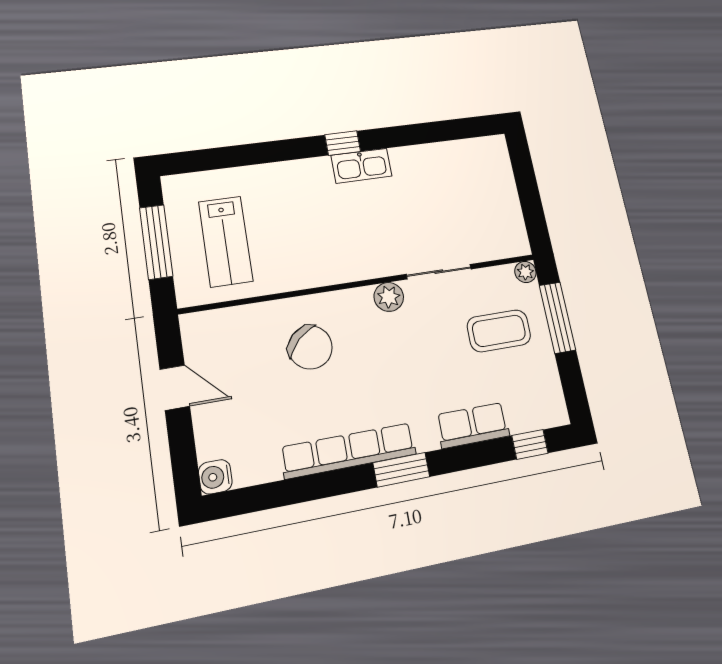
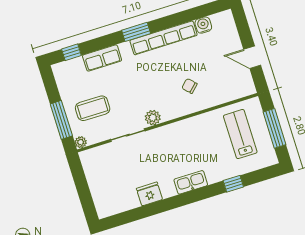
window: (343, 143) -> (233, 184), moved
fridge: (411, 162) -> (149, 194), added
kitchen sink: (361, 166) -> (191, 182), moved
chair: (310, 347) -> (189, 86), width x0.54, depth x0.54
water cooler: (215, 477) -> (203, 25), moved, turned -90

